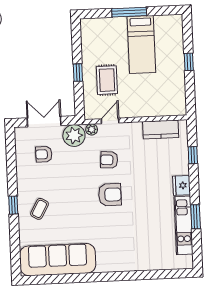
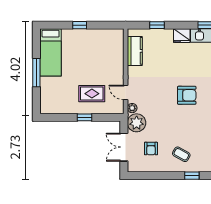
bed: (141, 44) -> (51, 52), moved, turned 90
armchair: (109, 160) -> (158, 95), removed
armchair: (110, 195) -> (187, 95), turned 90
coffee table: (40, 209) -> (181, 154), moved

